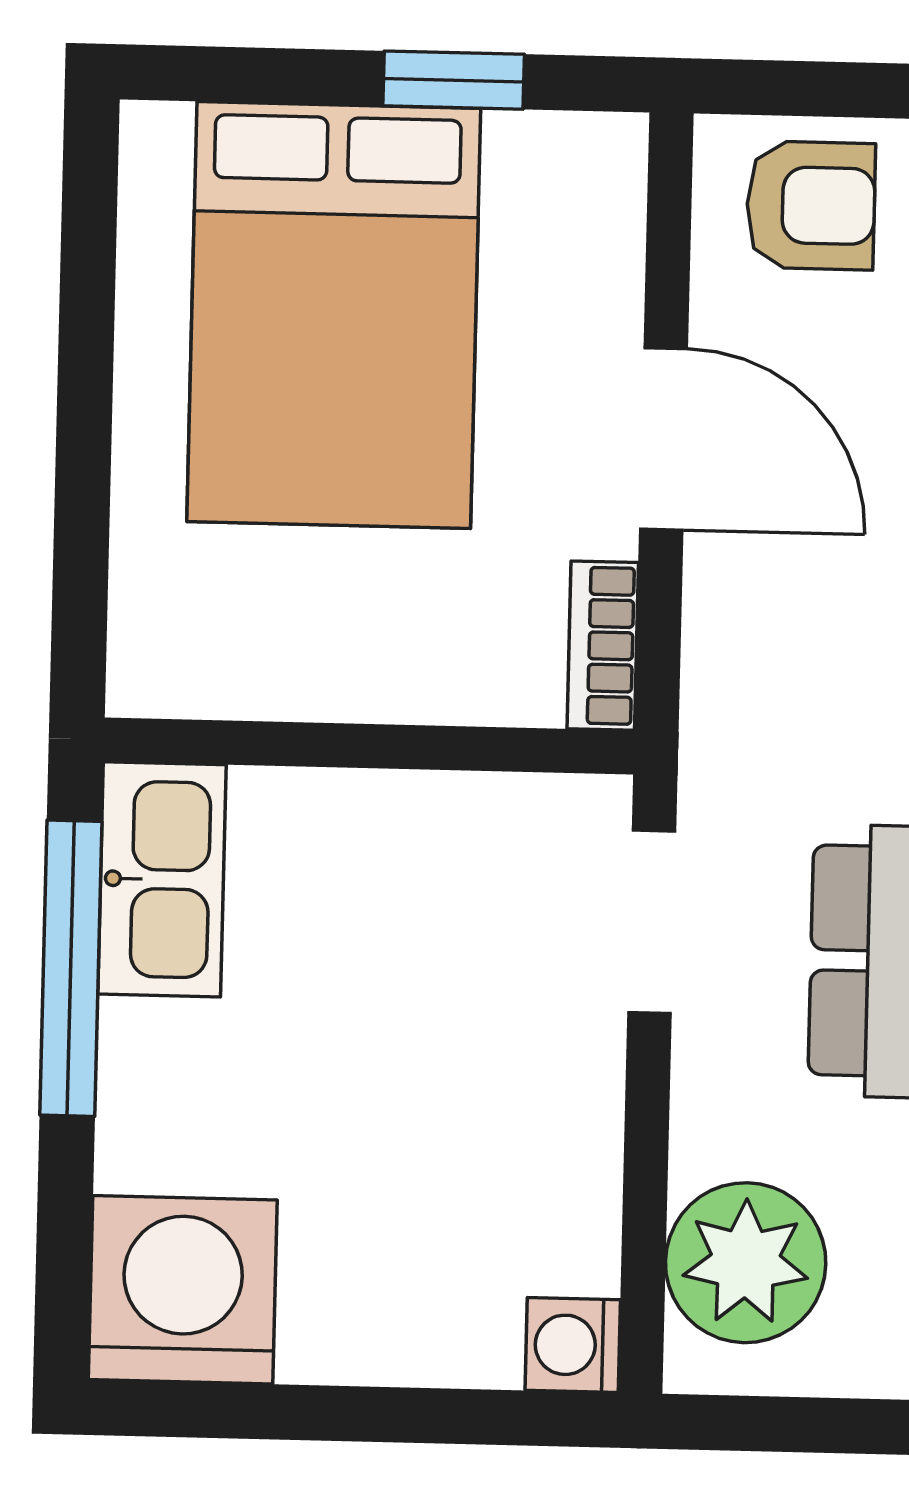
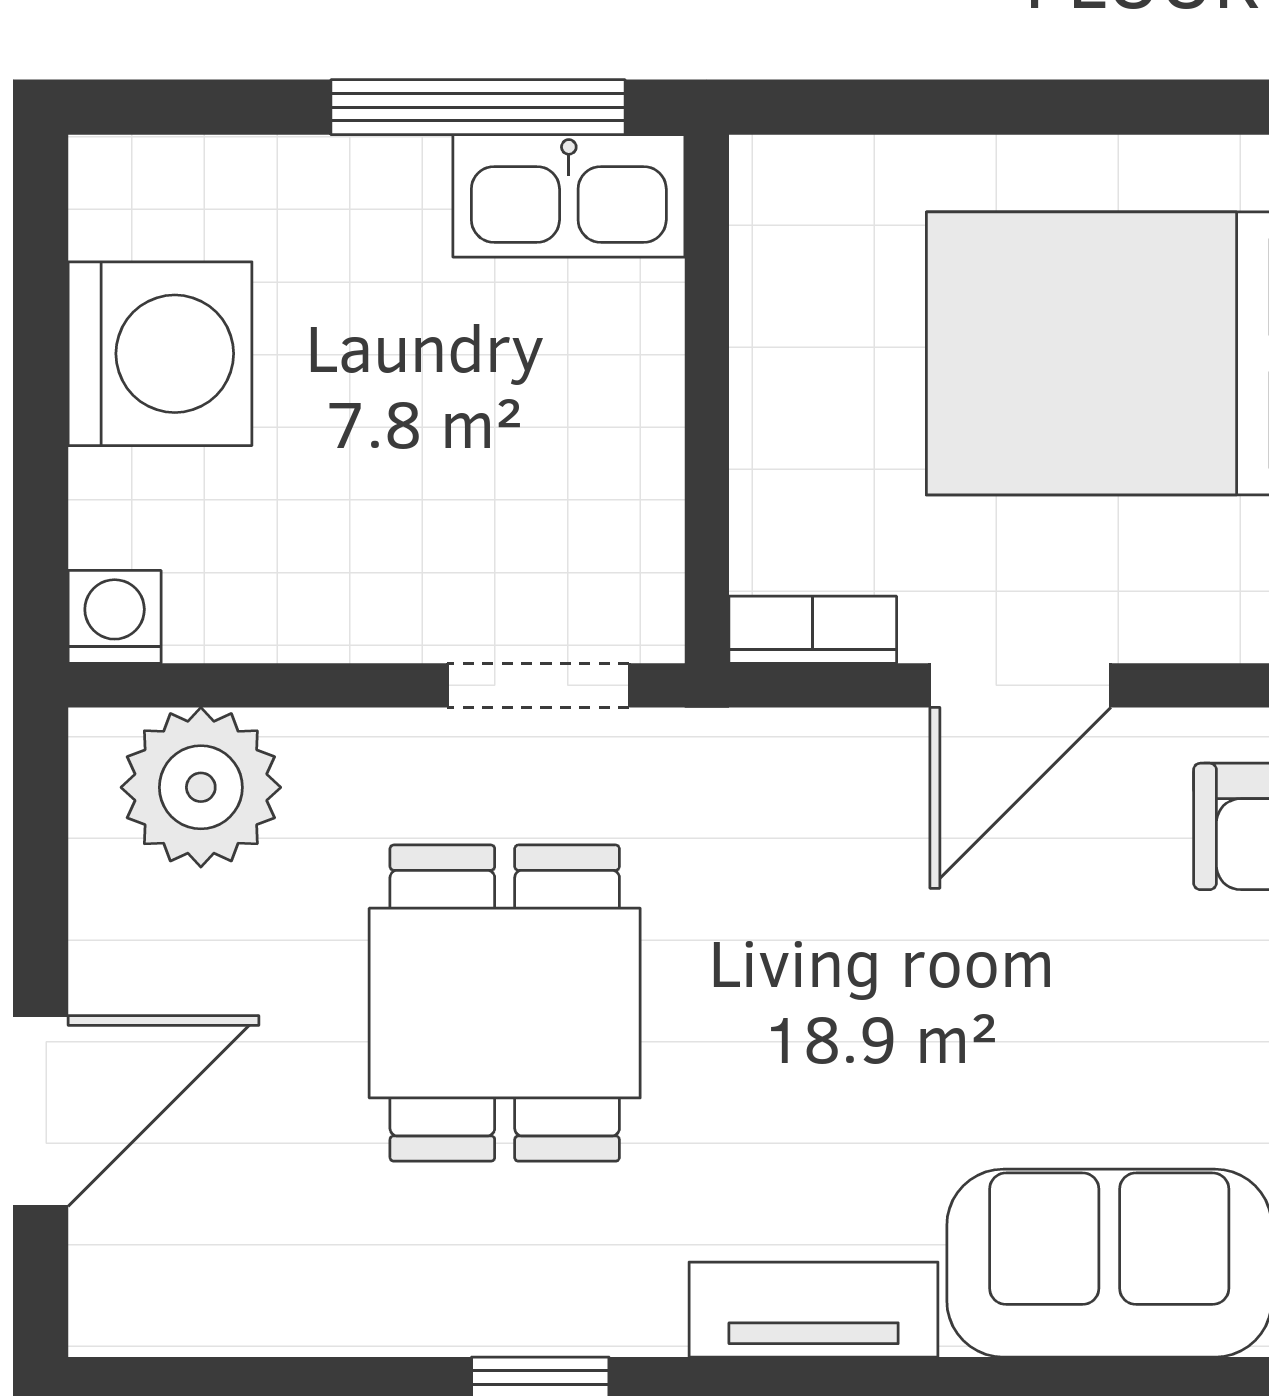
washing machine: (183, 1290) -> (160, 354), moved

